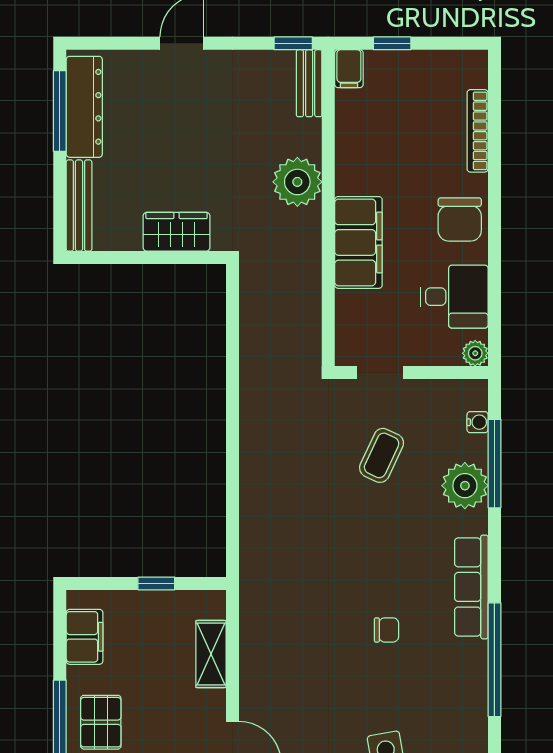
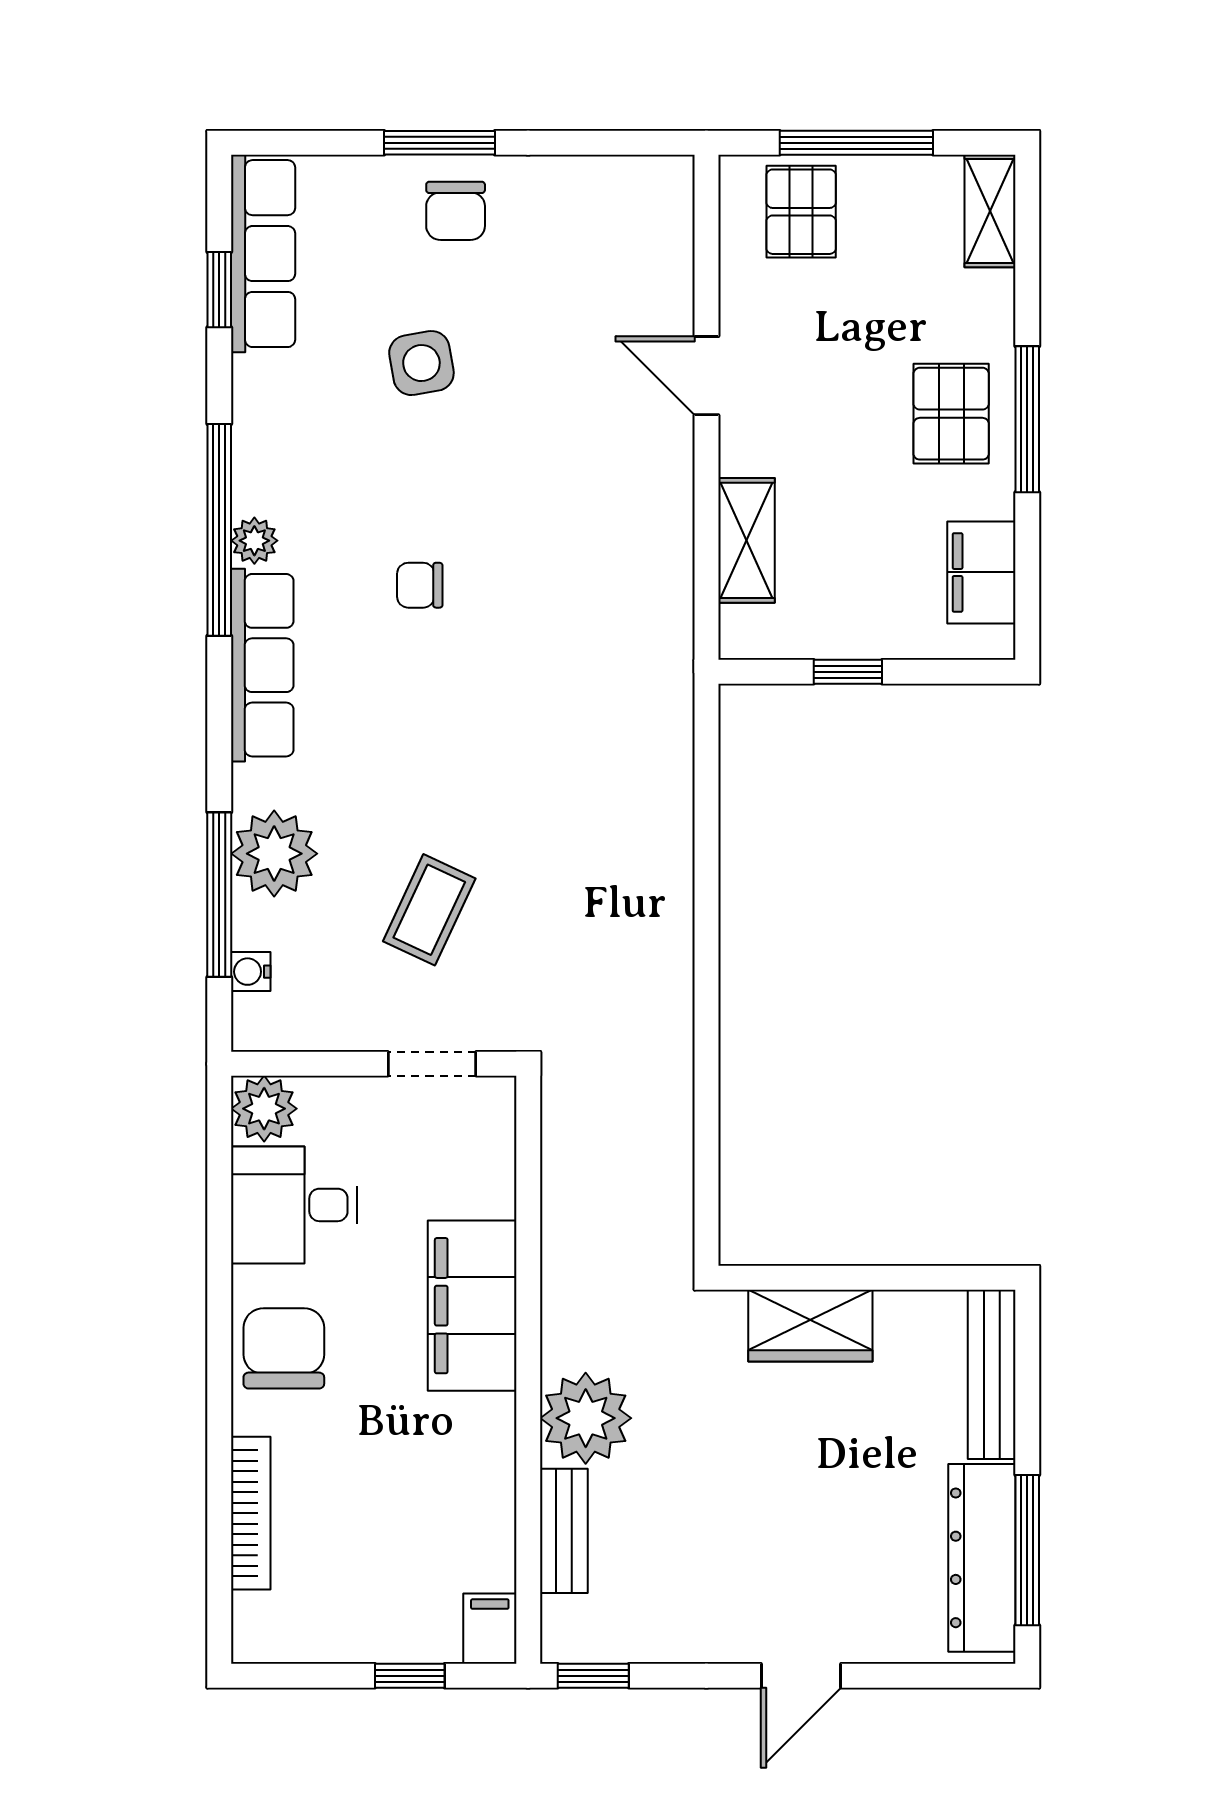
bench: (309, 83) -> (564, 1531), moved
plant: (475, 353) -> (264, 1109), width x1.38, depth x1.38
plant: (476, 654) -> (254, 541), added

